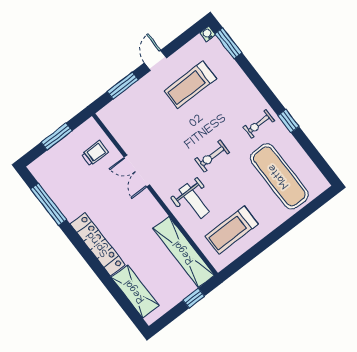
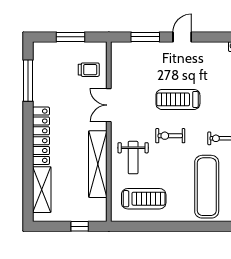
treadmill: (190, 85) -> (178, 99), moved
treadmill: (232, 230) -> (144, 199), turned 180
shelving: (184, 252) -> (98, 164), moved

